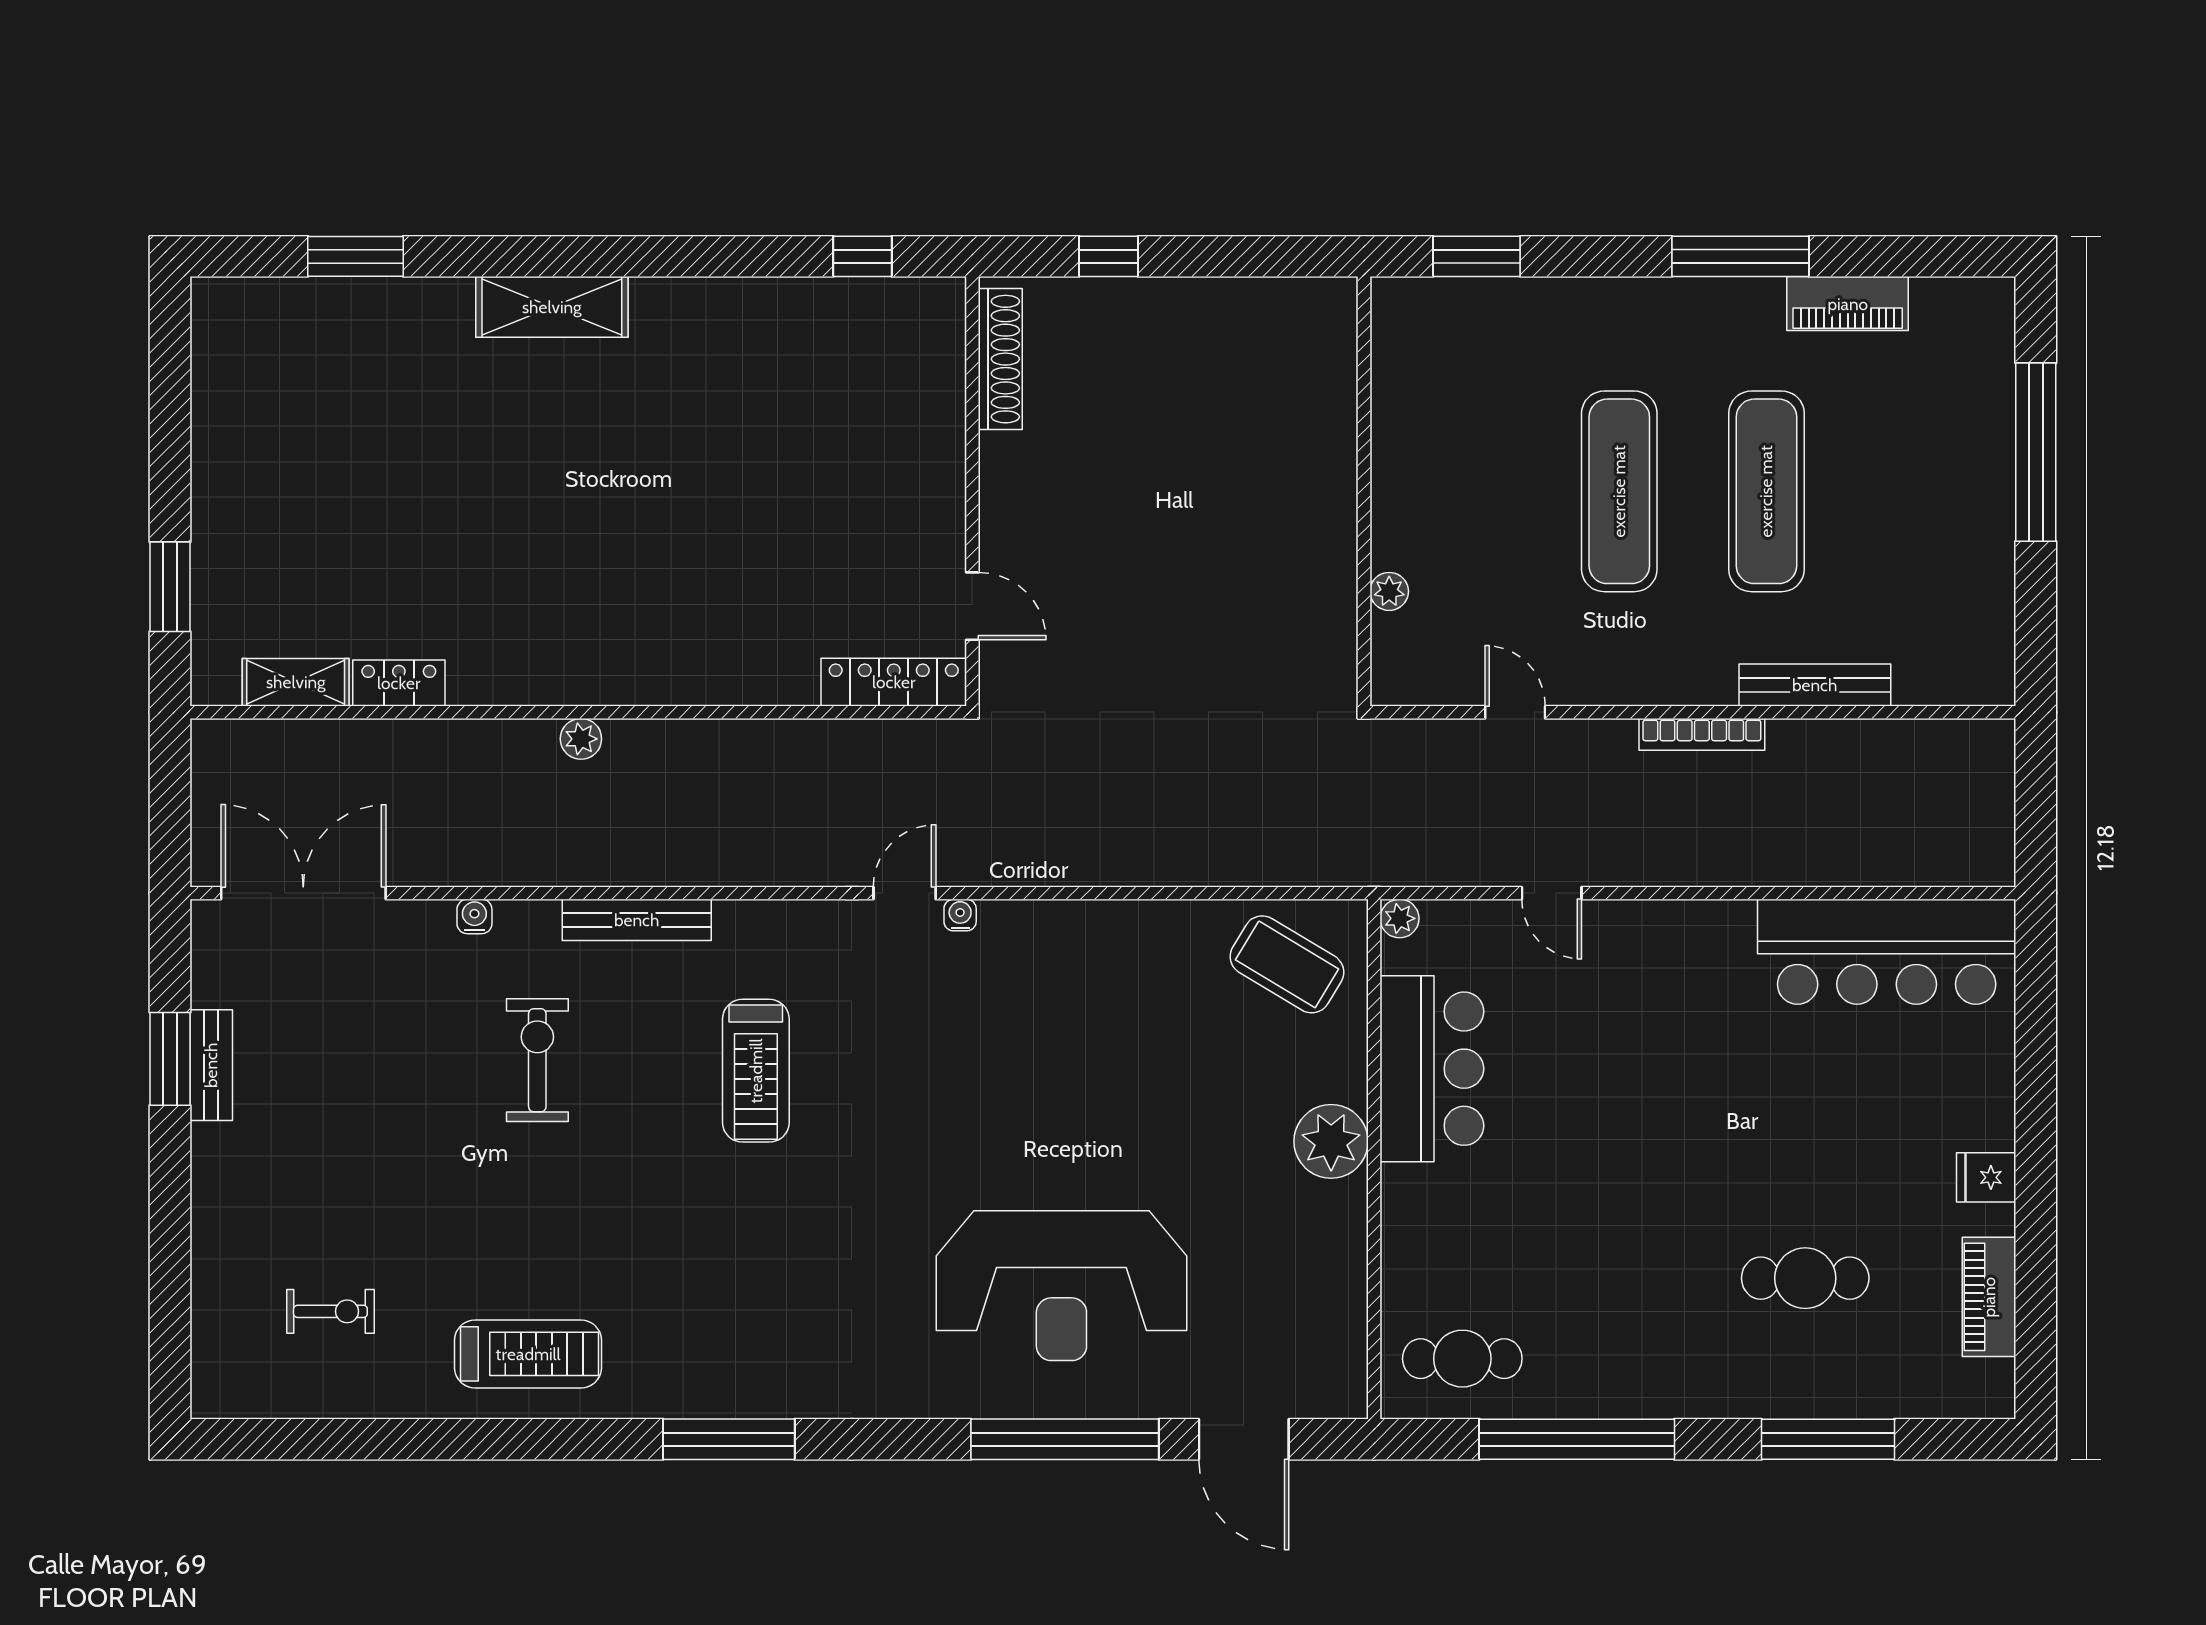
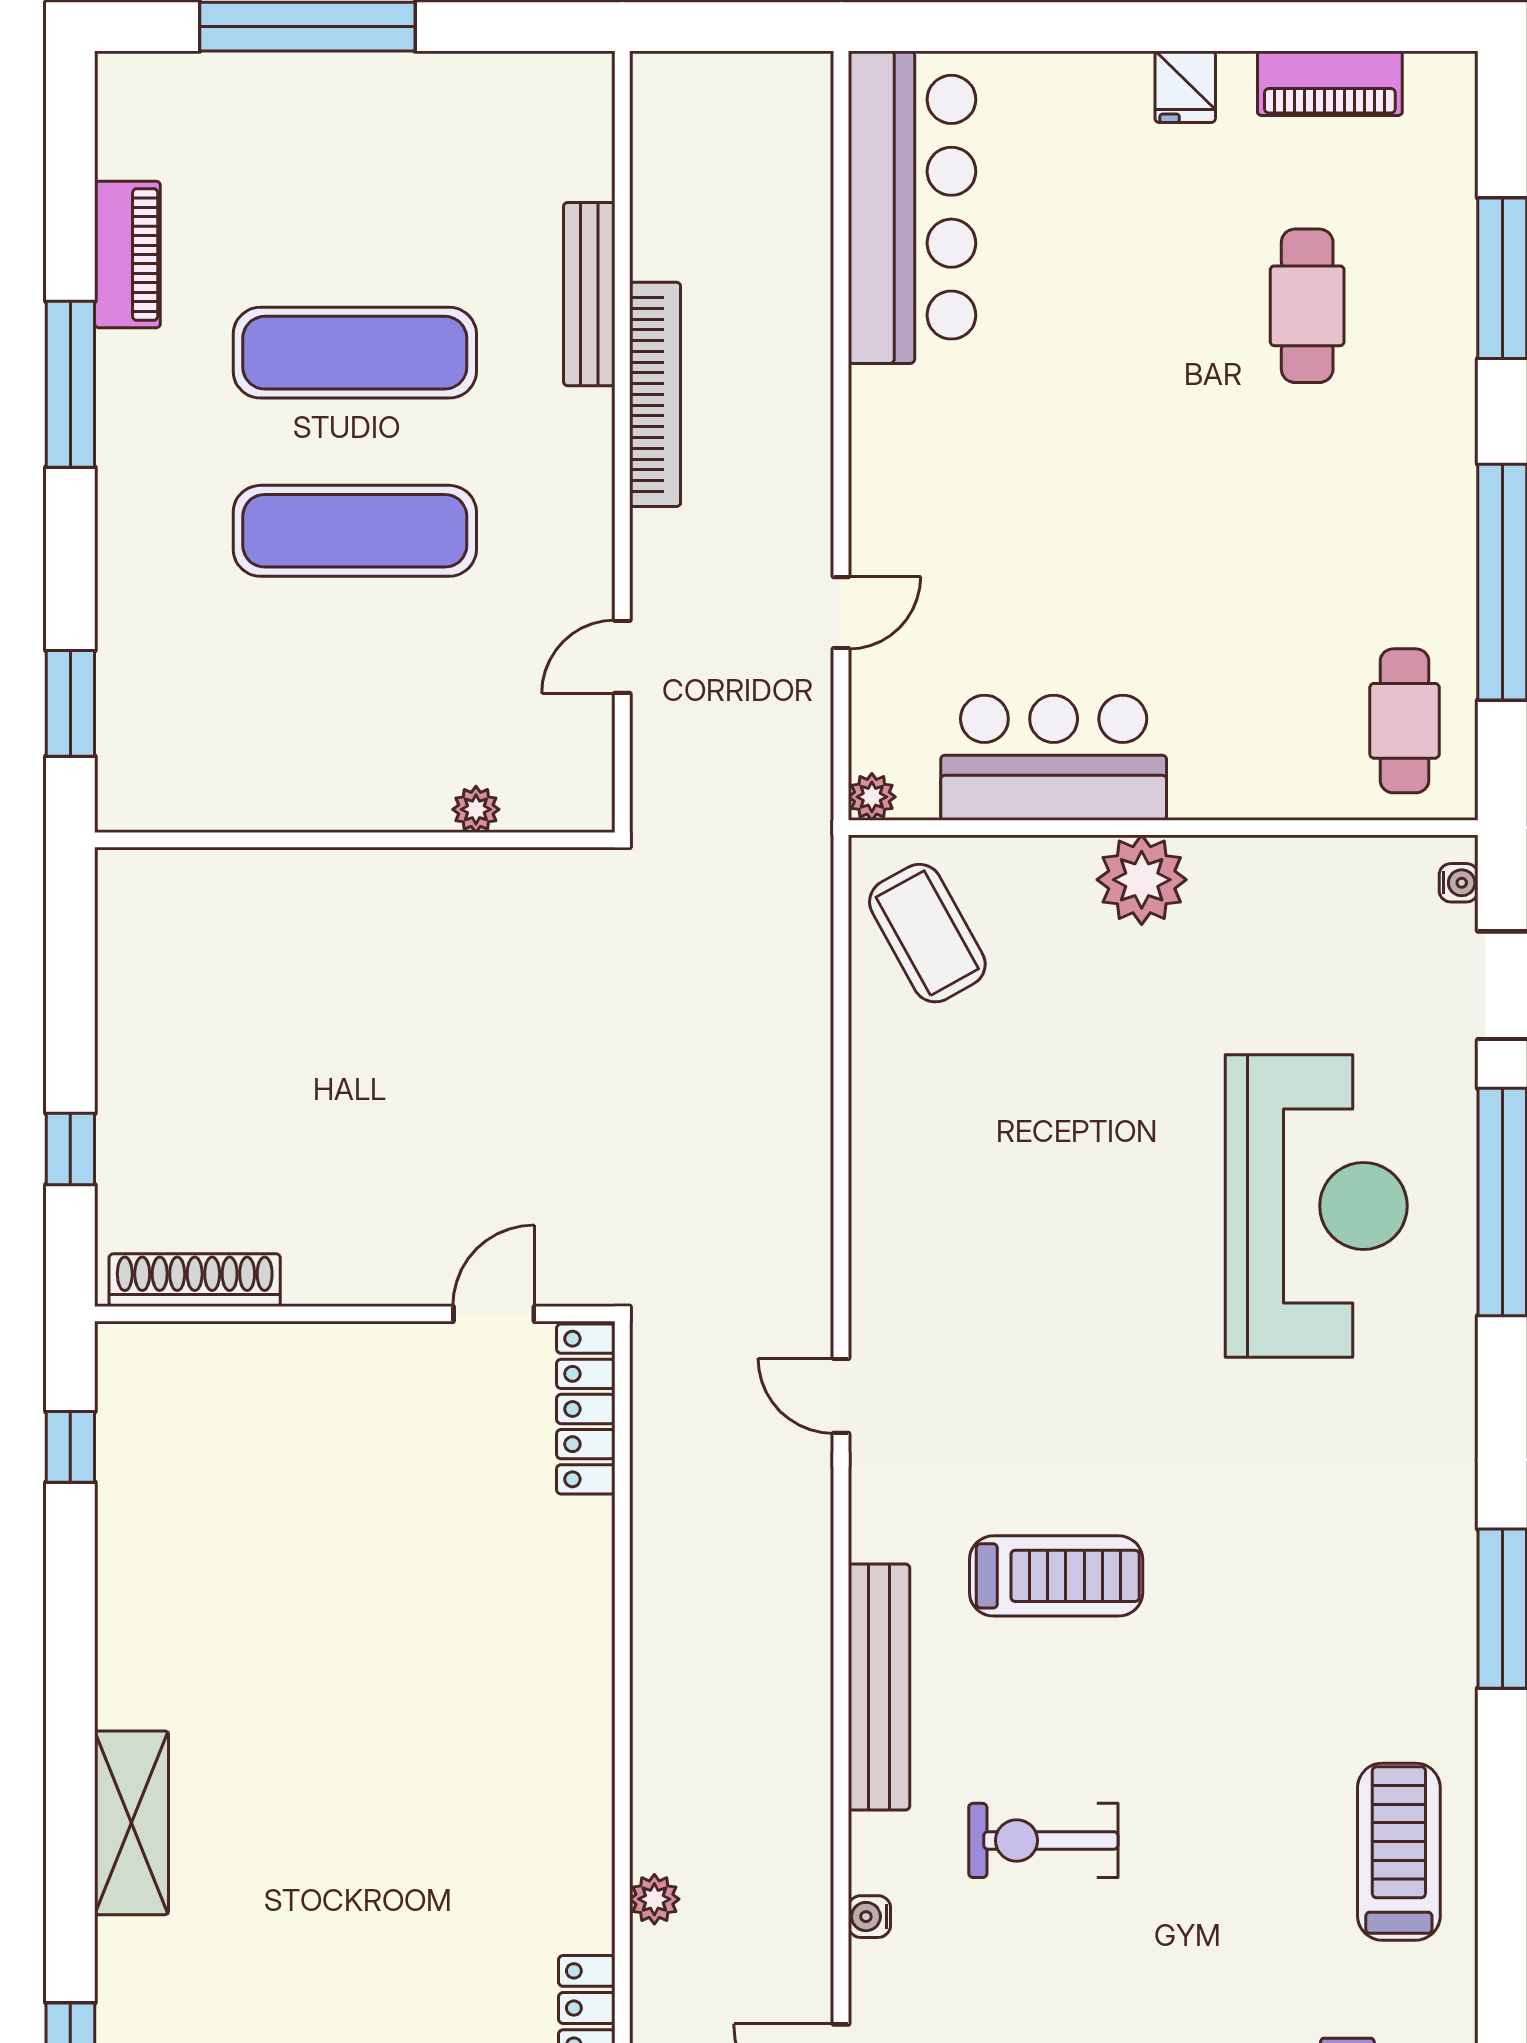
bookcase: (1702, 734) -> (655, 394), width x1.48, depth x1.31
plant: (581, 739) -> (654, 1899), moved
water cooler: (960, 915) -> (1459, 883), moved, turned 180
bench: (637, 920) -> (879, 1687), width x1.37, depth x1.21
coffee table: (1287, 964) -> (927, 933), turned -60

